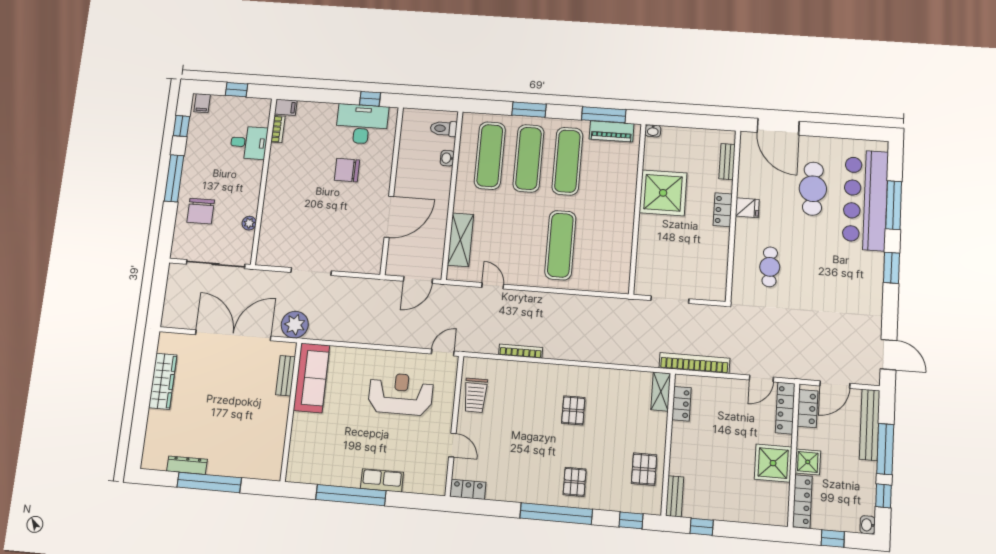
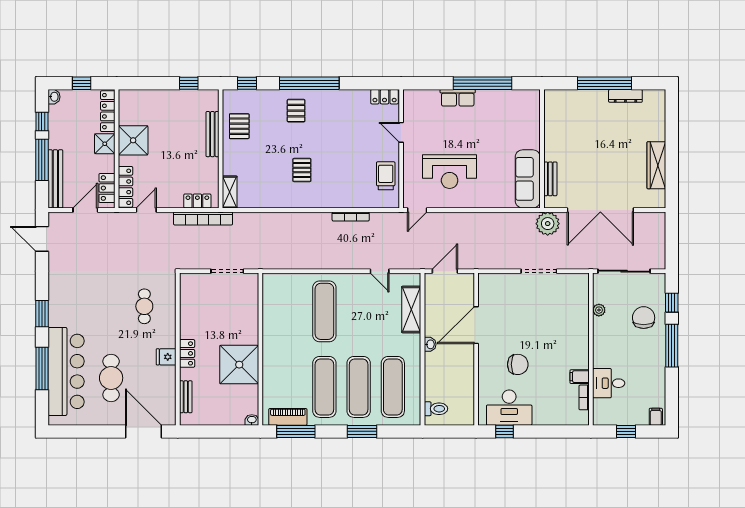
filing cabinet: (286, 107) -> (580, 377), moved
window: (181, 126) -> (672, 303), moved
washbasin: (447, 158) -> (430, 344), moved
locker: (682, 404) -> (197, 201), moved, turned 90
bench: (675, 496) -> (212, 134), moved, width x1.36

